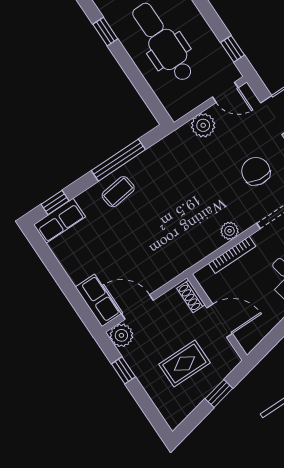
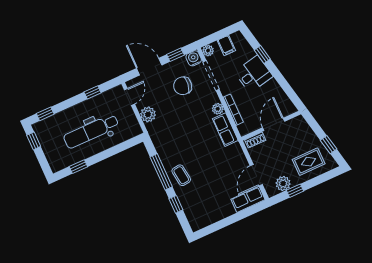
window: (232, 49) -> (93, 92), moved
window: (55, 202) -> (176, 204), moved
row of seats: (60, 221) -> (225, 130), moved, turned 180
plant: (121, 335) -> (283, 183), moved
rug: (184, 364) -> (309, 162), moved, turned 90
window: (219, 393) -> (329, 145), moved

